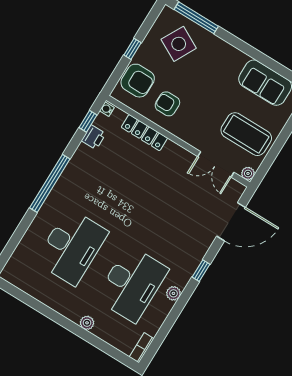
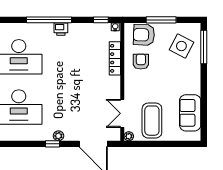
window: (133, 49) -> (161, 20), width x2.17
armchair: (138, 81) -> (144, 35), turned 92
printer: (94, 137) -> (61, 29), moved
plant: (173, 293) -> (58, 136), moved

